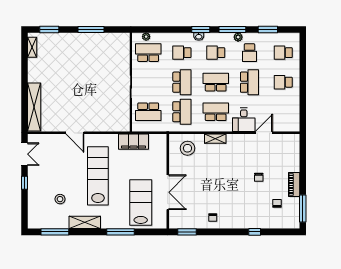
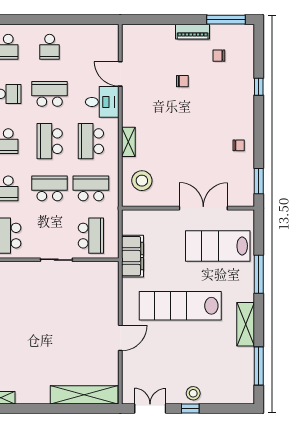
stool: (60, 199) -> (193, 393), moved

